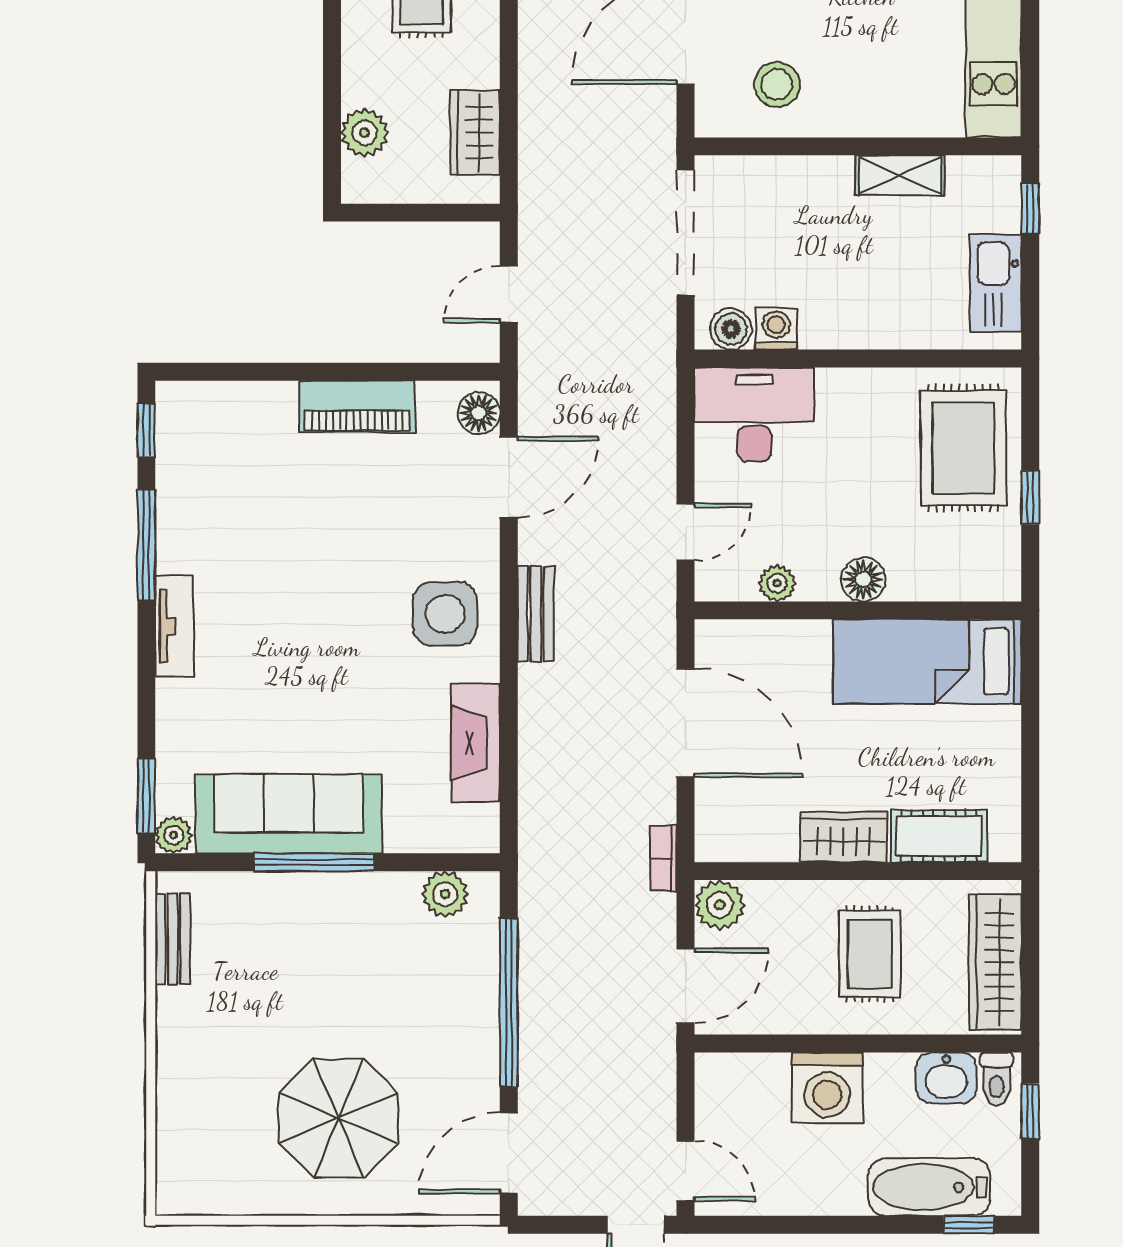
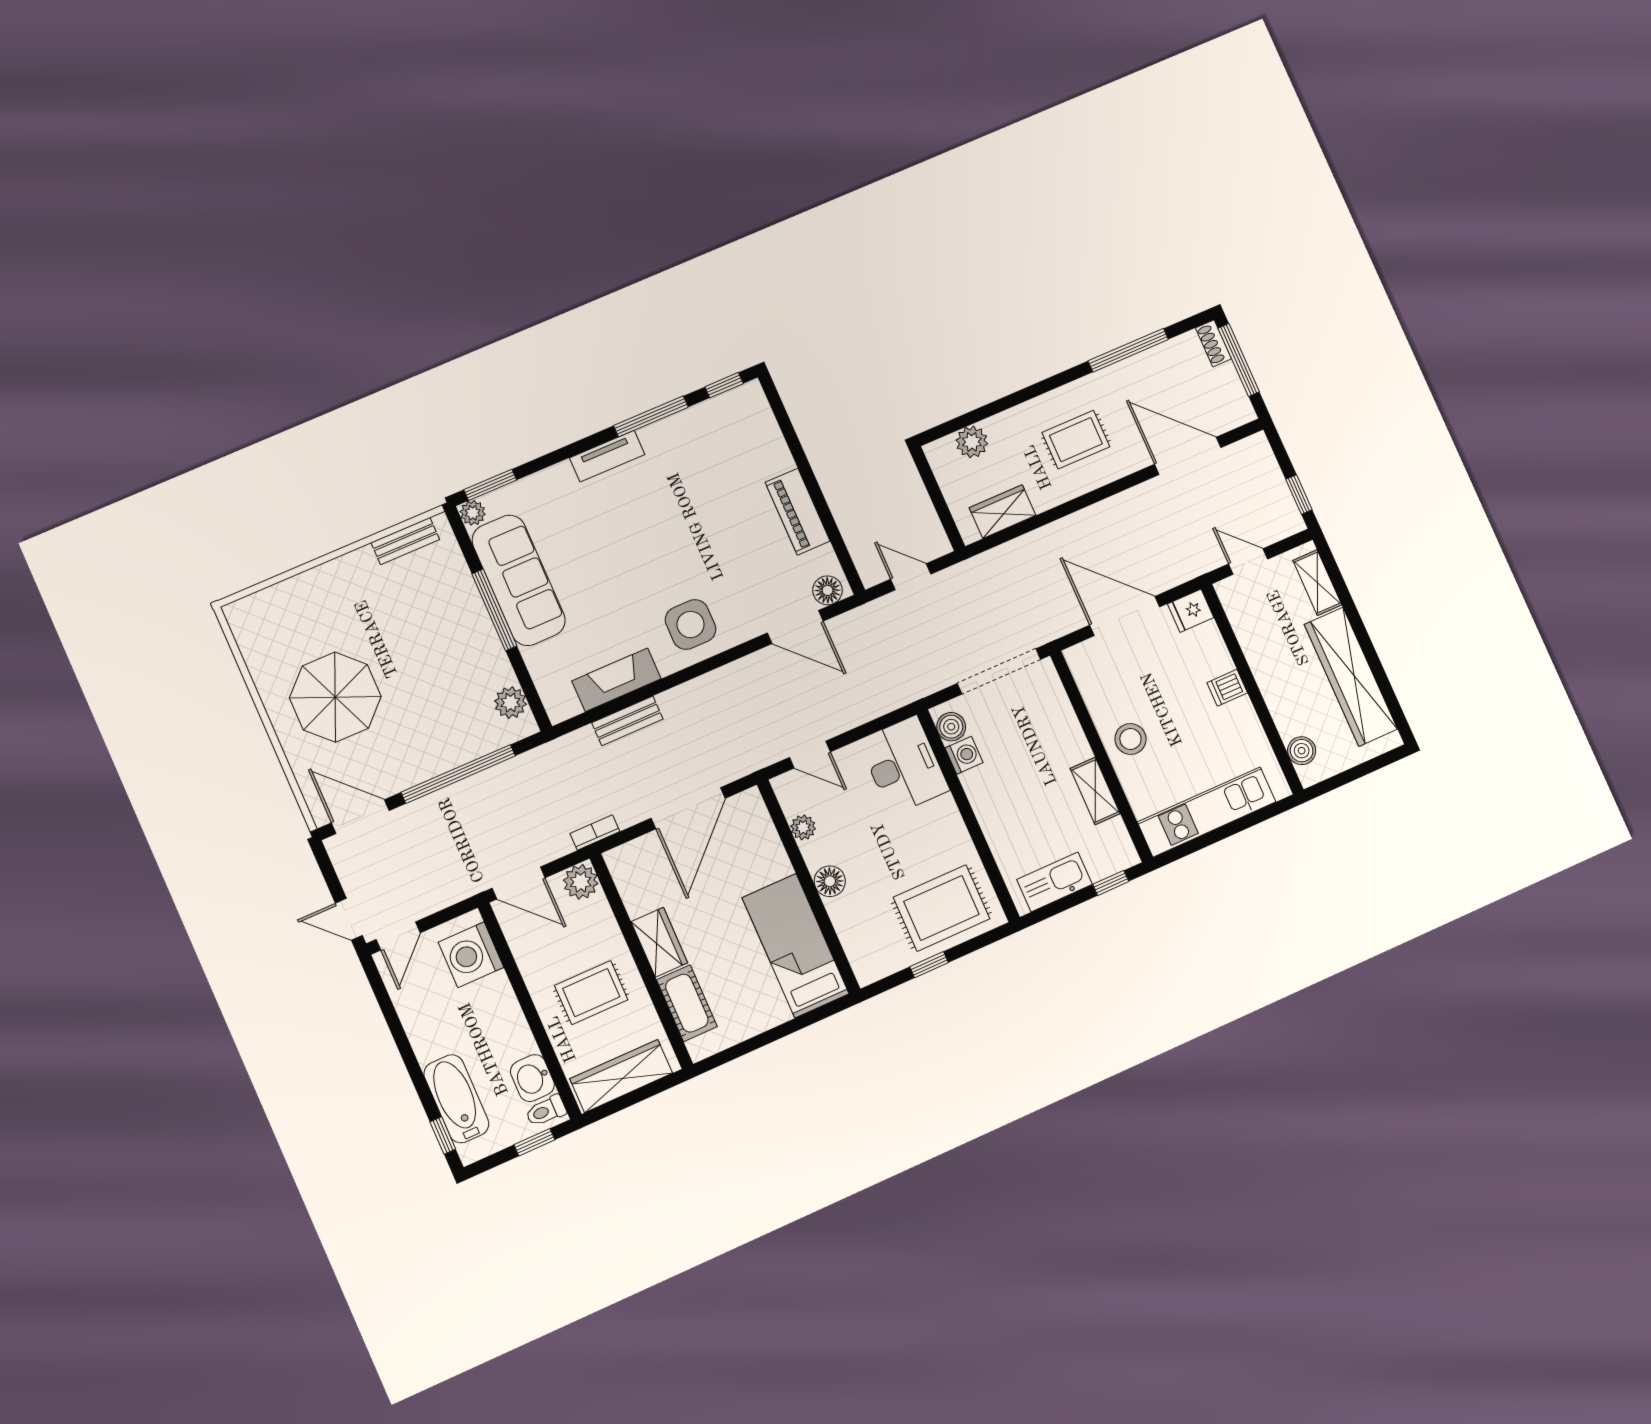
stool: (777, 84) -> (1130, 739), moved
bench: (536, 614) -> (627, 721), moved
washing machine: (827, 1088) -> (471, 955), moved

